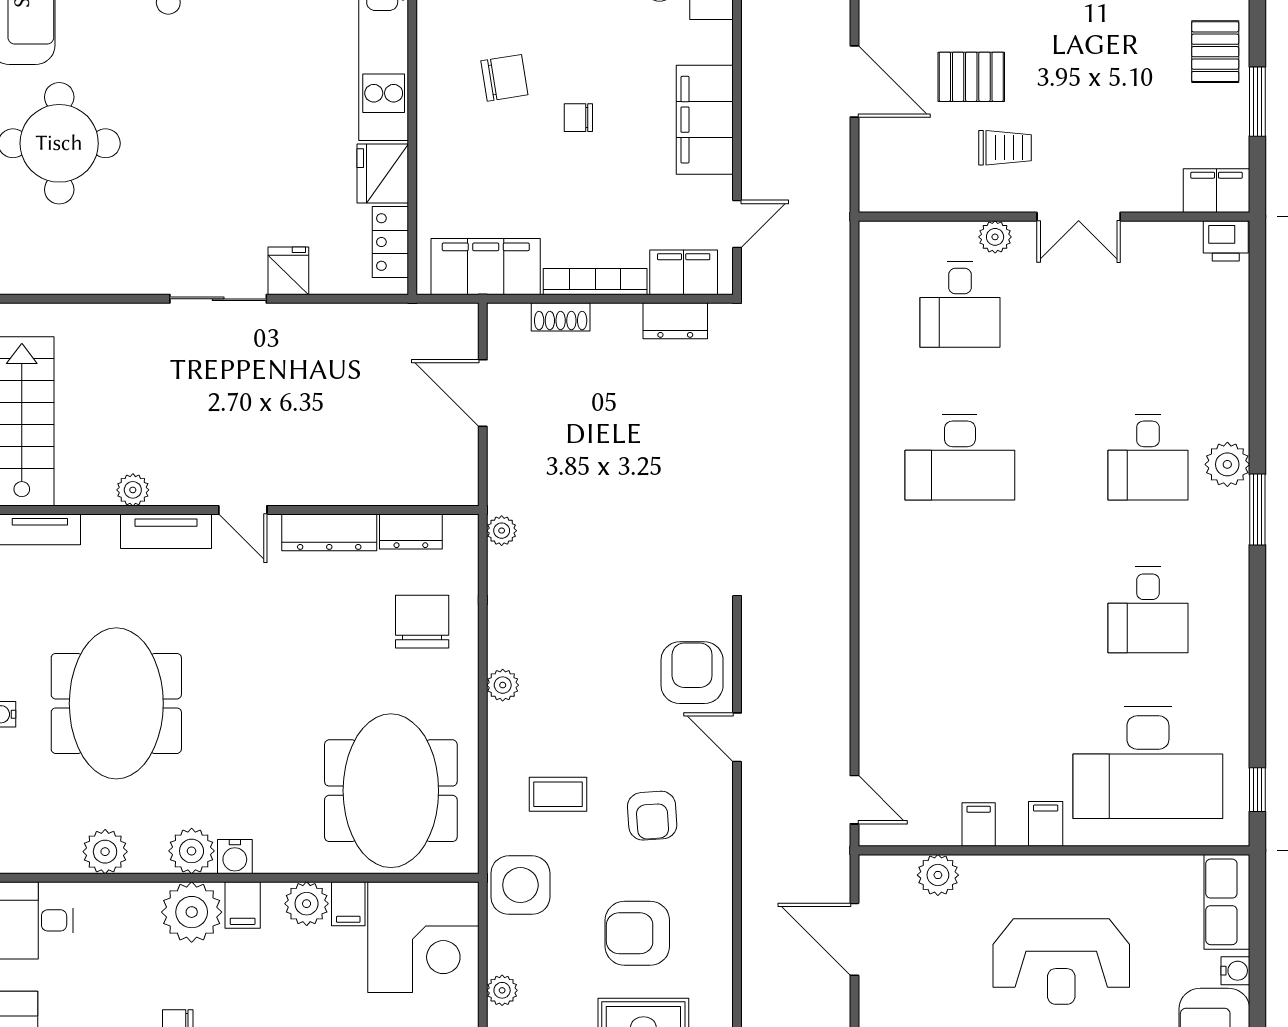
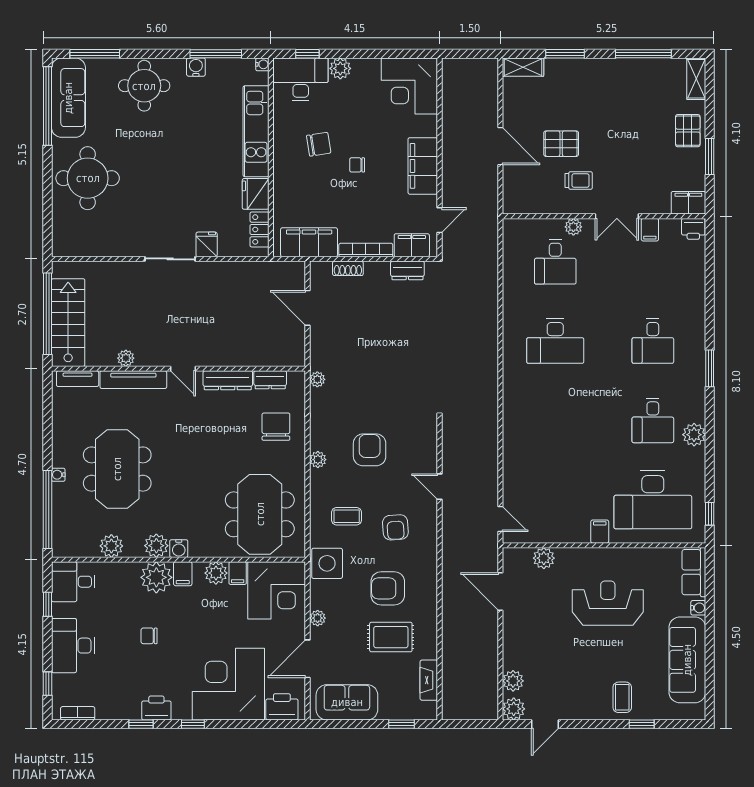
plant: (1227, 464) -> (694, 435), moved
tv unit: (166, 531) -> (133, 380), width x1.41
armchair: (692, 673) -> (370, 450), moved
filing cabinet: (979, 825) -> (650, 230), moved, turned 180
reception desk: (1061, 962) -> (608, 603), turned 180

